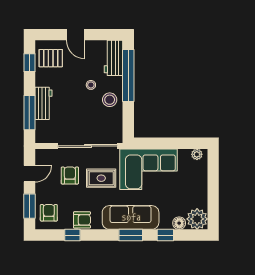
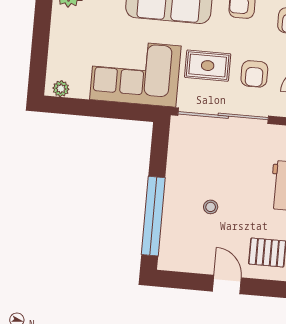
workbench: (114, 58) -> (173, 244), removed
stool: (110, 100) -> (184, 182), removed

